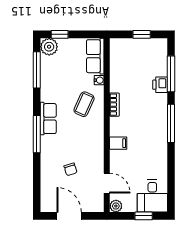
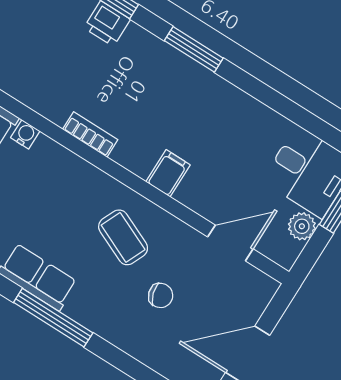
coffee table: (84, 104) -> (123, 237), moved
window: (171, 123) -> (194, 49), width x0.69
plant: (116, 206) -> (302, 226), moved

